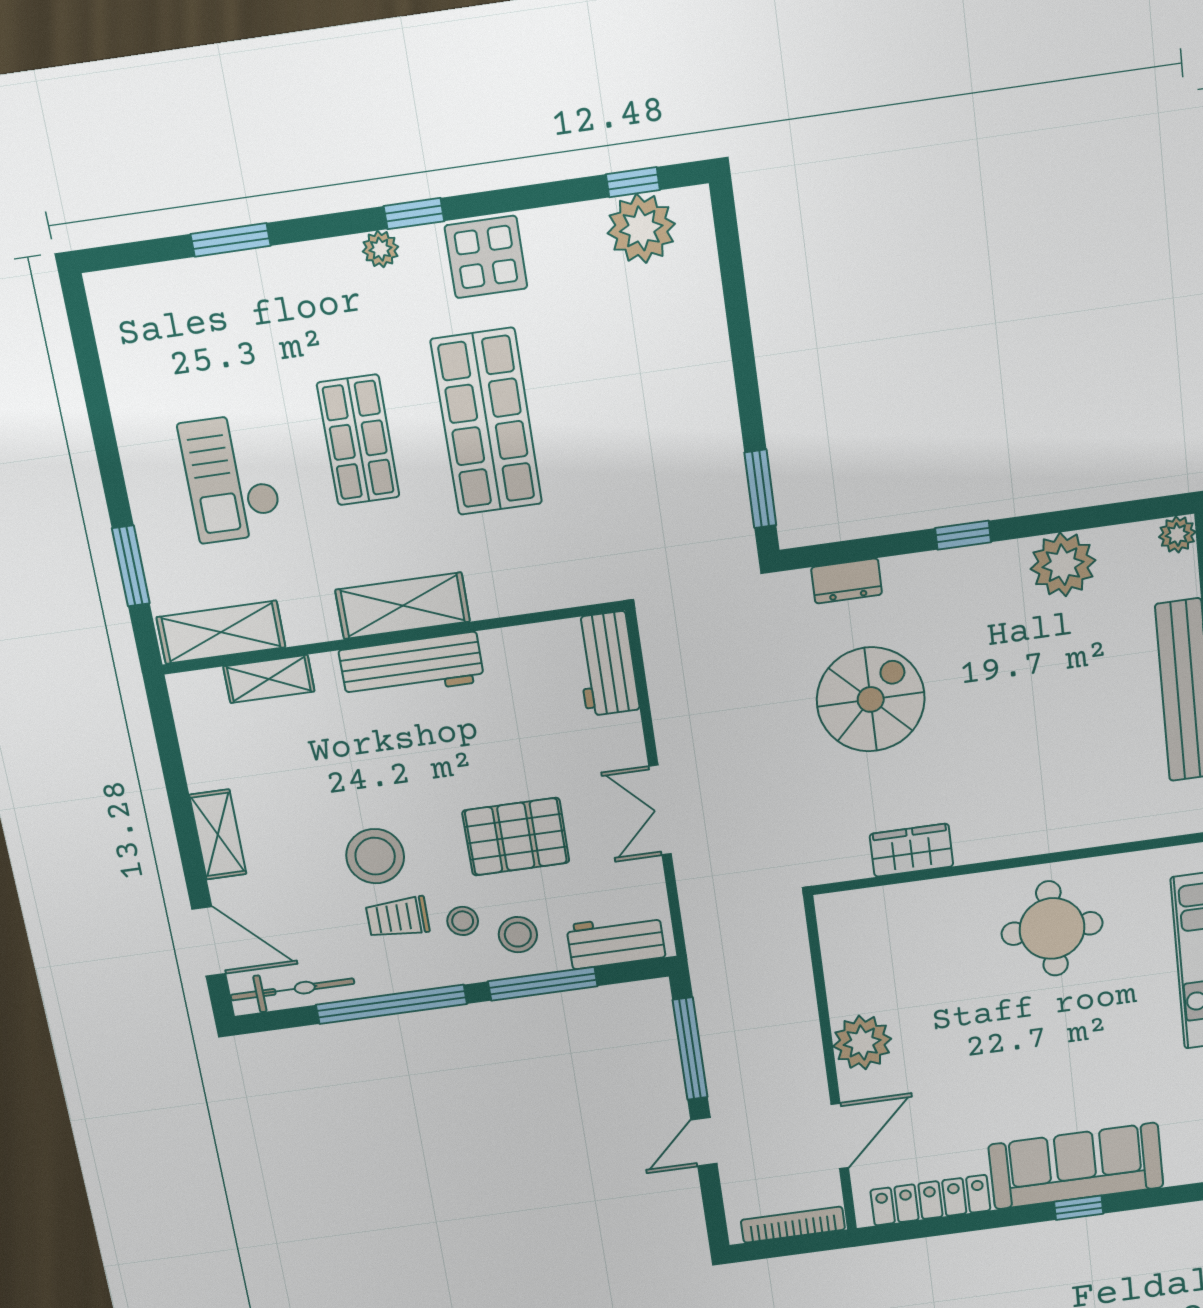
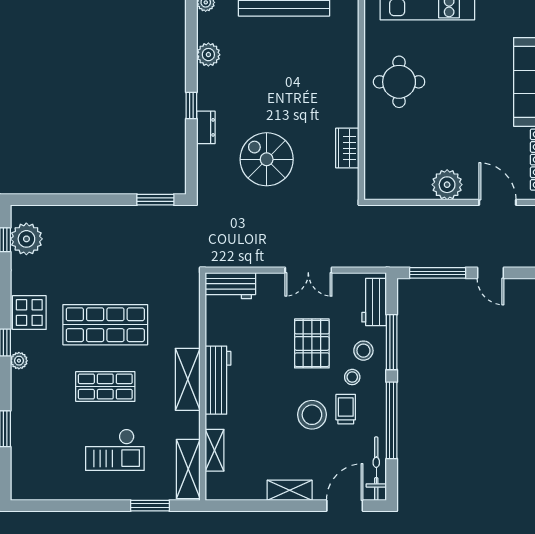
plant: (1063, 565) -> (208, 55), width x0.73, depth x0.73
dresser: (847, 581) -> (206, 127), moved
trolley: (398, 918) -> (346, 409), turned 180

